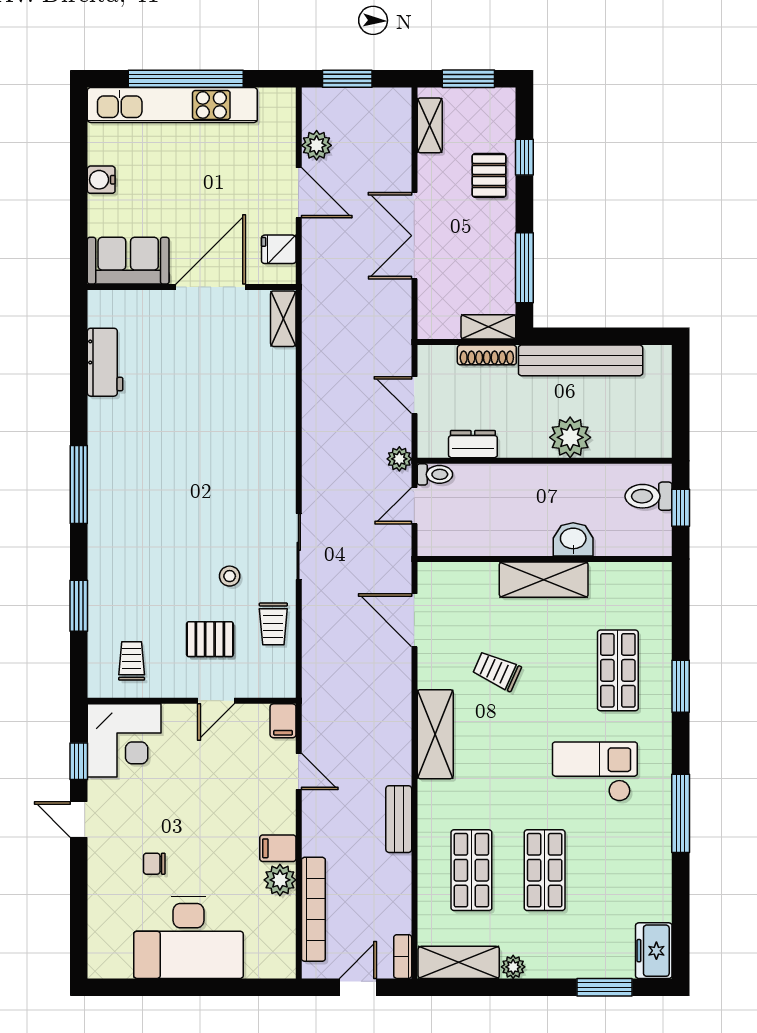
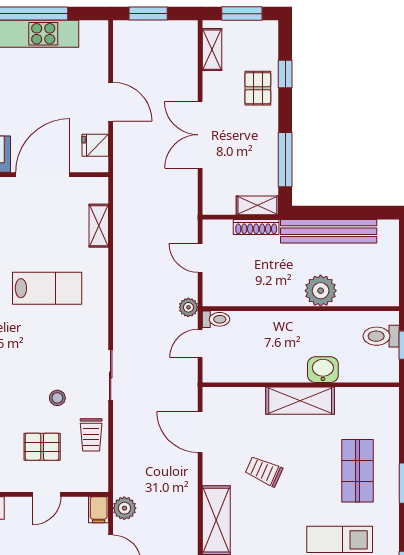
plant: (317, 145) -> (124, 508), moved
shelving: (283, 319) -> (99, 226), moved
lab bench: (216, 434) -> (47, 288), added
dresser: (473, 444) -> (245, 296), removed

